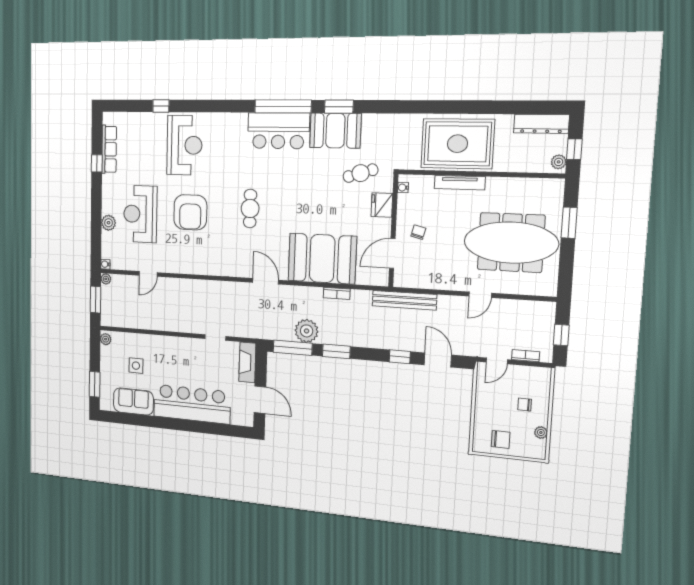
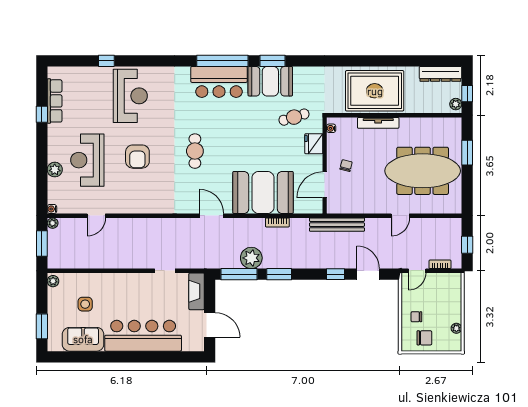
armchair: (190, 212) -> (137, 157), width x0.73, depth x0.73
chair: (525, 405) -> (416, 317), moved

